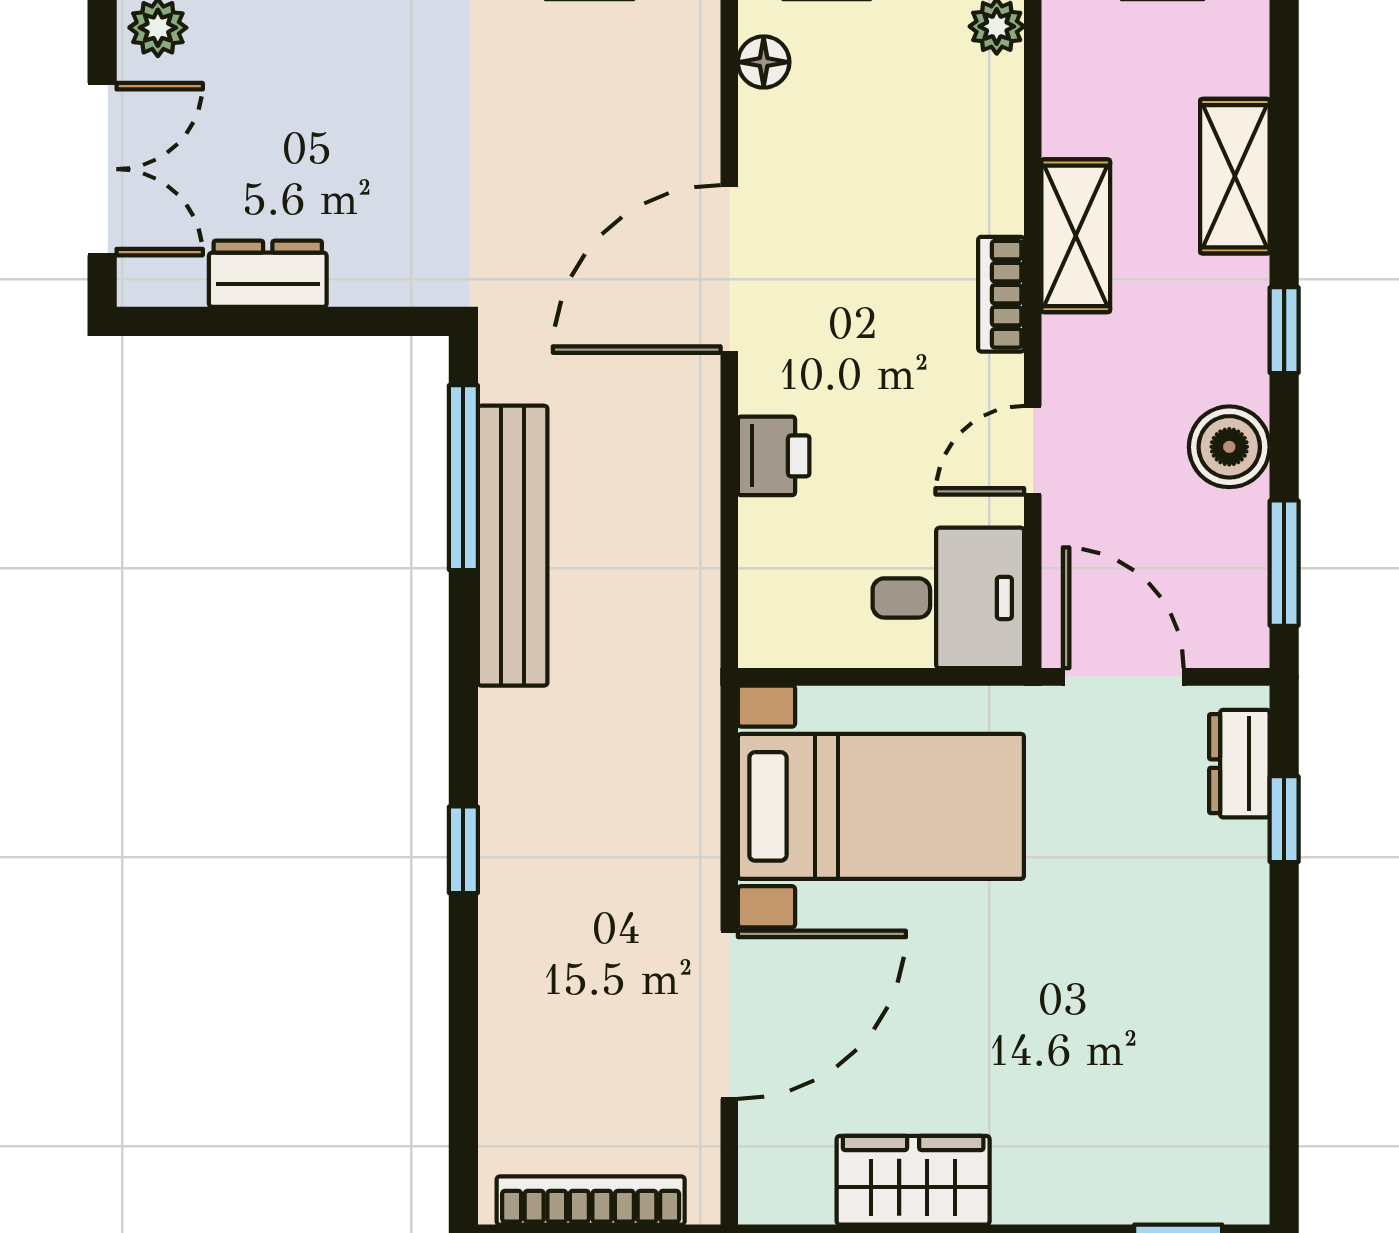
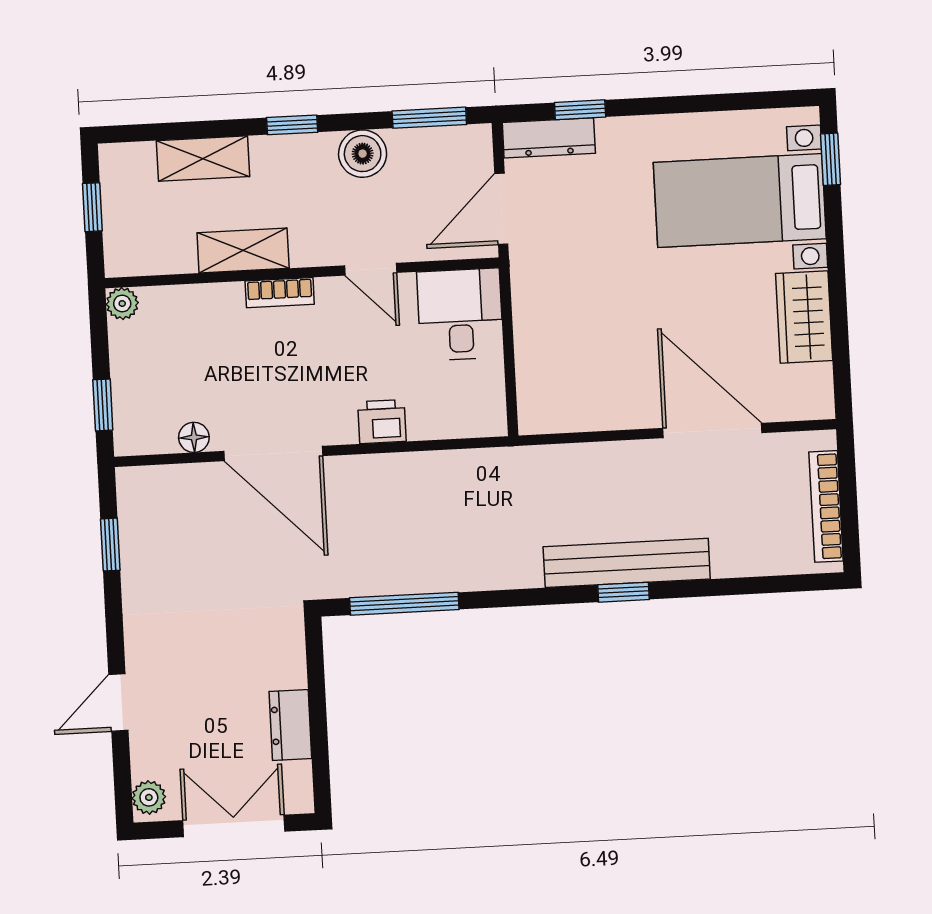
floor lamp: (764, 62) -> (194, 437), moved
bench: (513, 546) -> (627, 563), moved
dresser: (1239, 764) -> (549, 138), width x1.44
bed with nightstands: (881, 806) -> (740, 201), moved, turned -90

